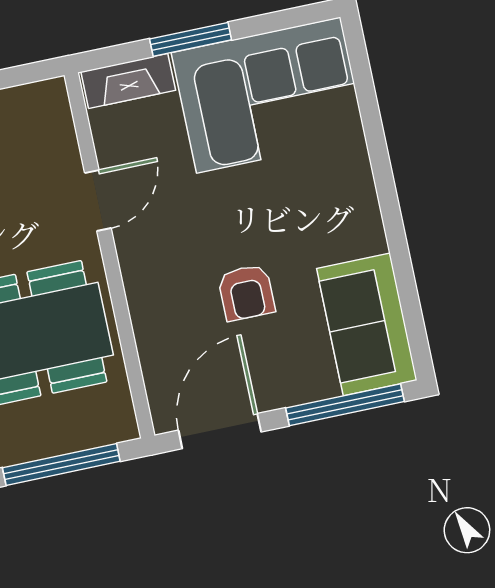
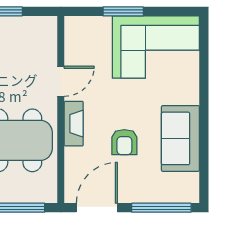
fireplace: (128, 81) -> (74, 124), moved, turned -90
sofa: (367, 324) -> (180, 138), moved

